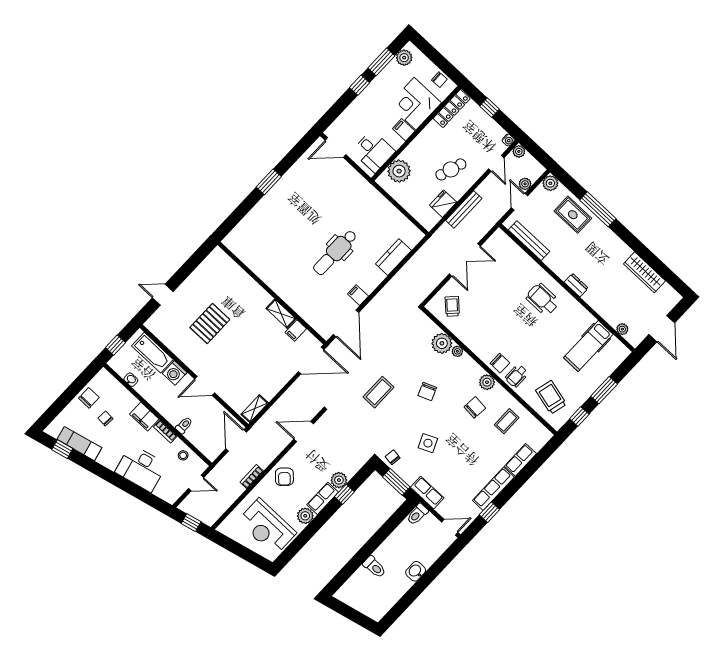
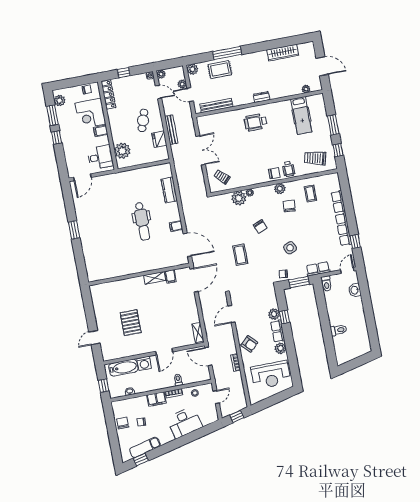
washbasin: (416, 571) -> (355, 290), moved

